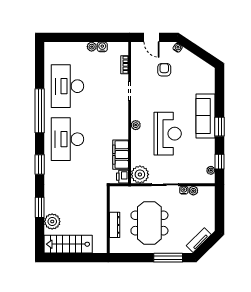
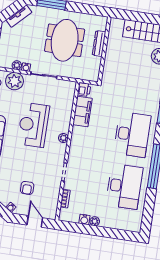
plant: (140, 174) -> (15, 81), moved

